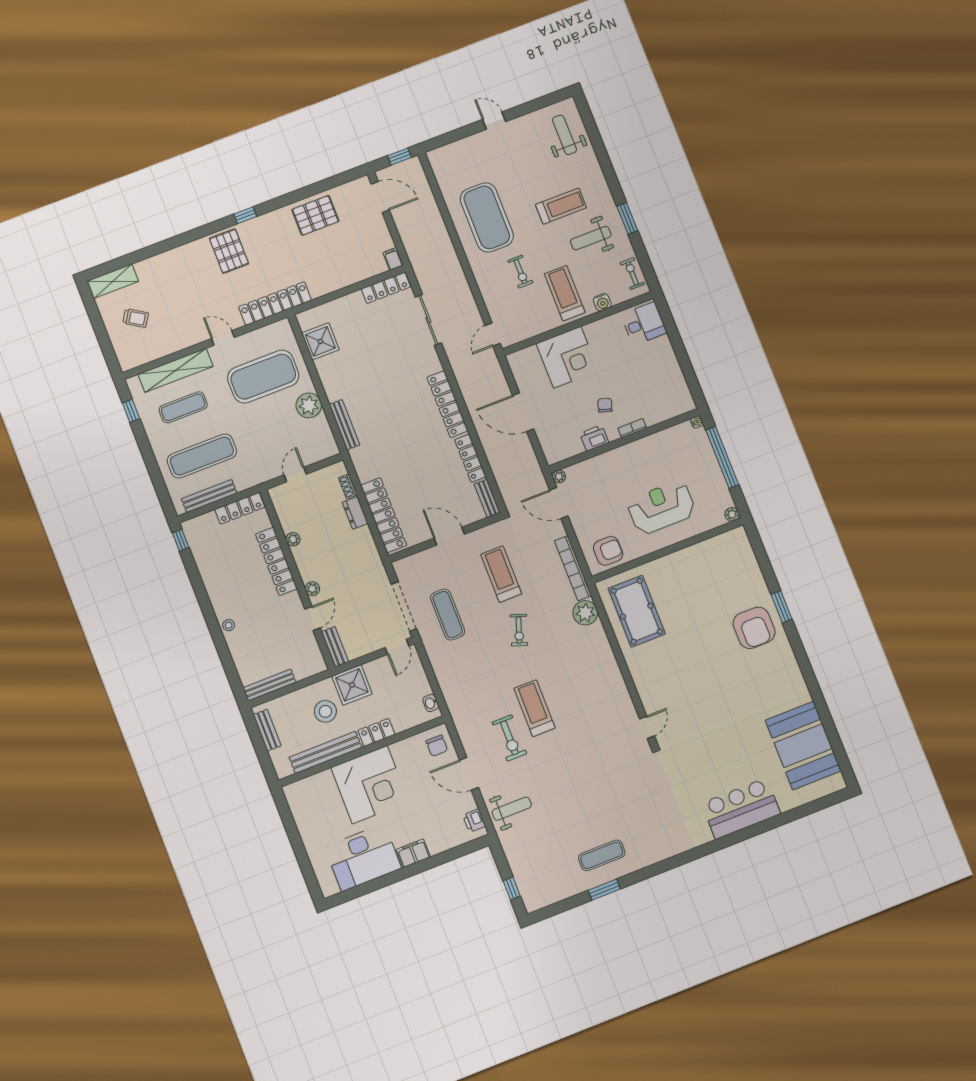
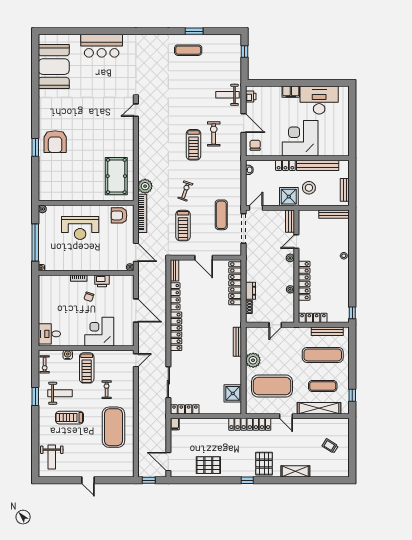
shelving: (113, 281) -> (295, 471), moved
armchair: (754, 628) -> (55, 142), turned 180

